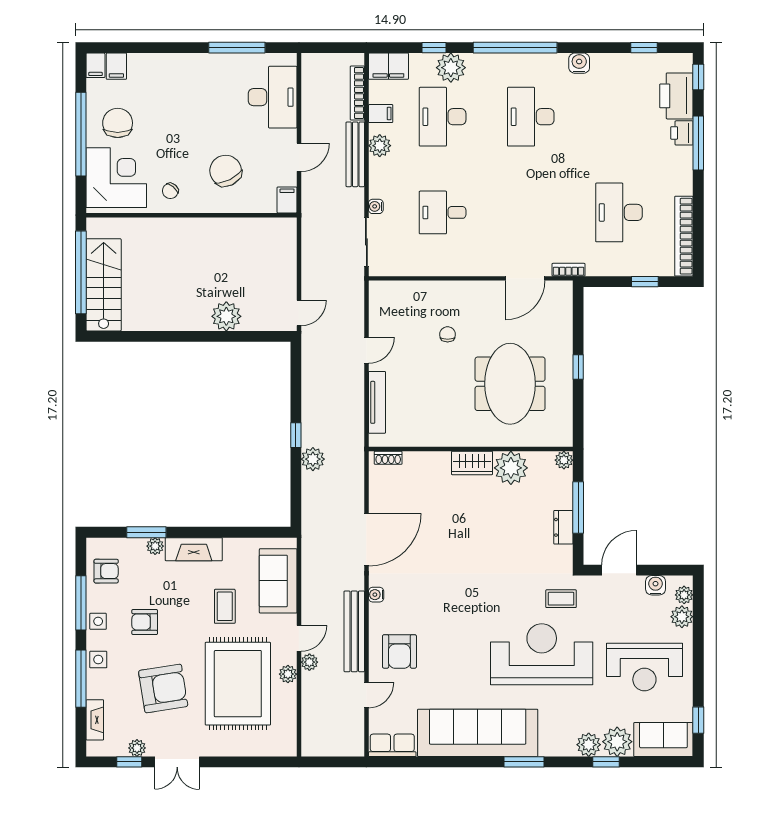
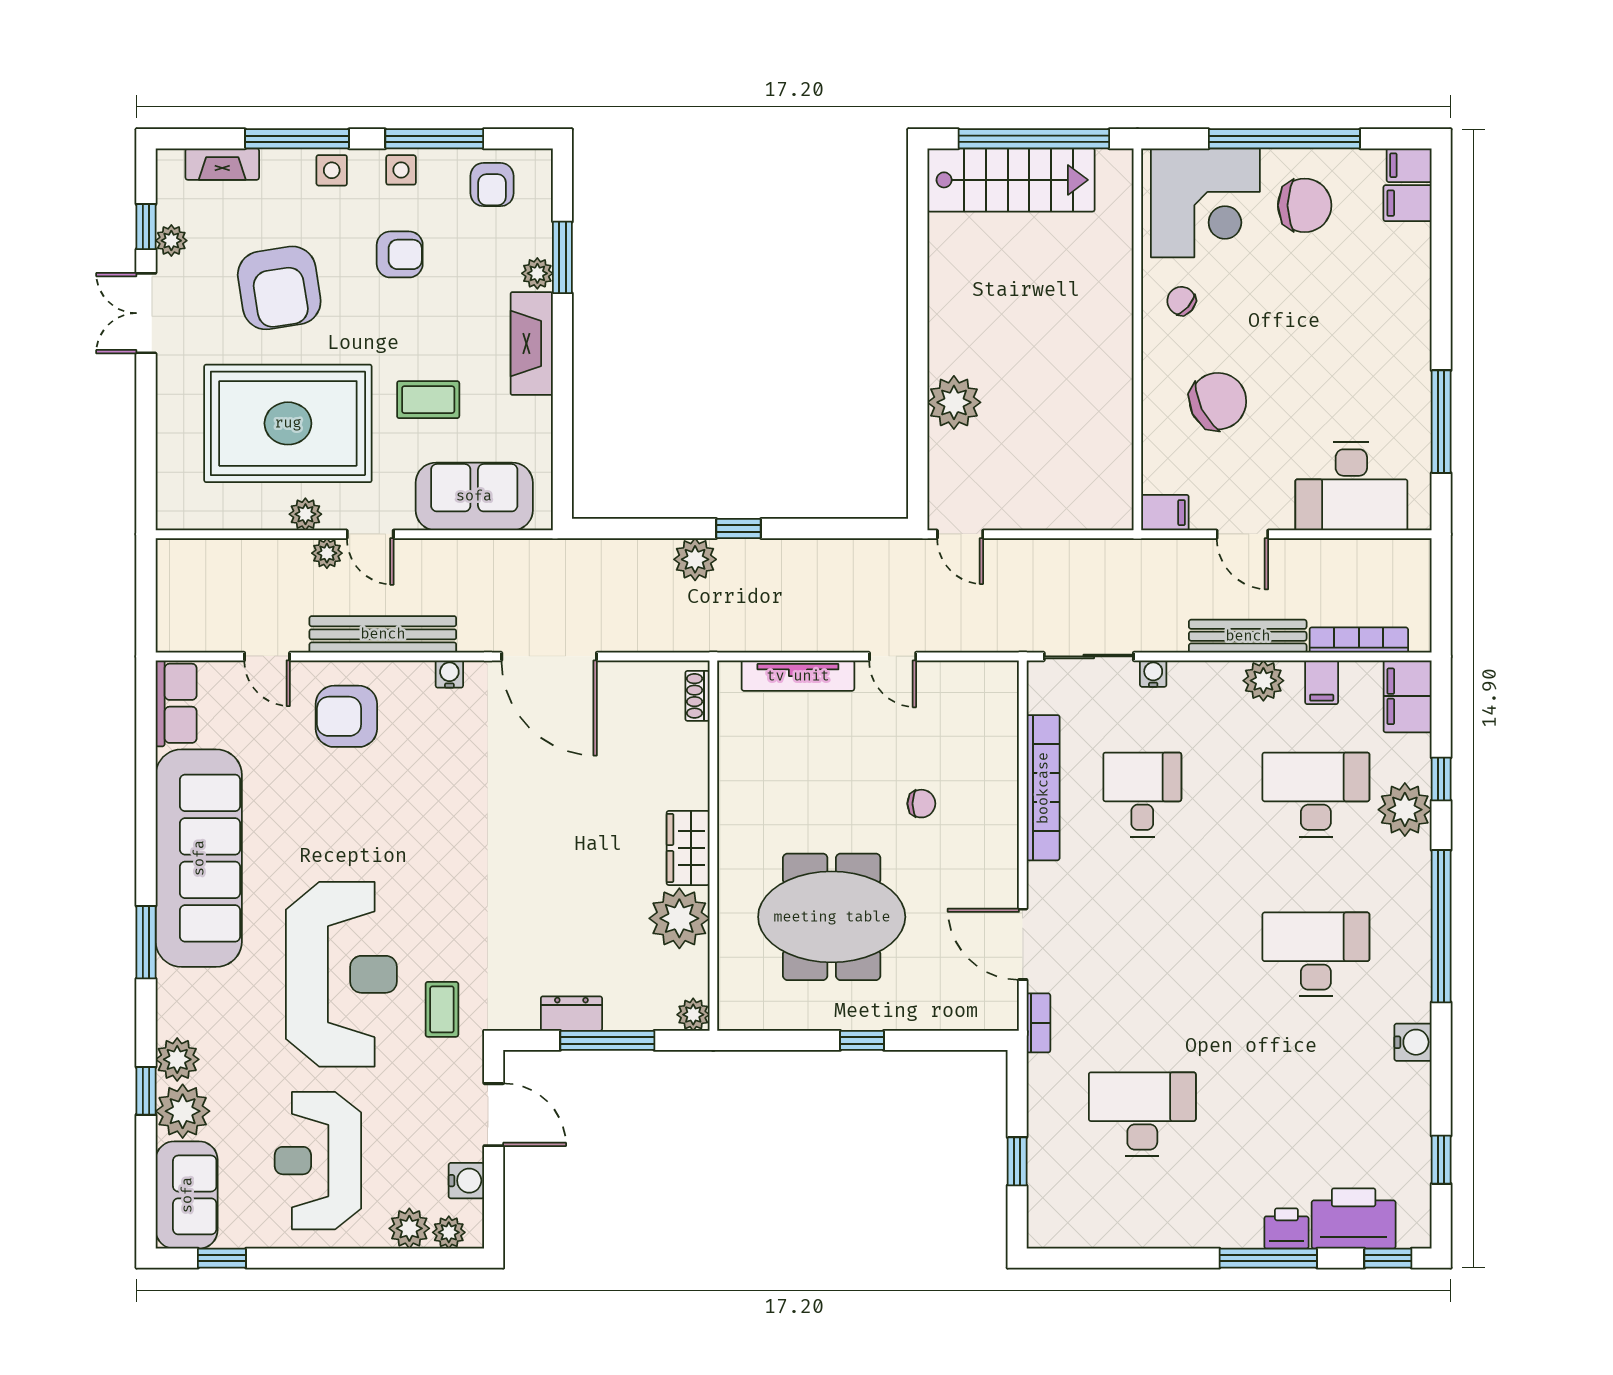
bookcase: (684, 236) -> (1043, 788), moved, turned 90
armchair: (145, 622) -> (400, 254), turned 90

